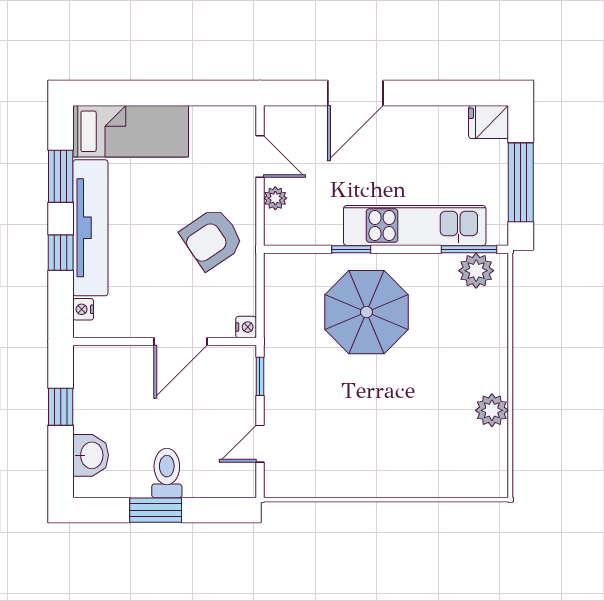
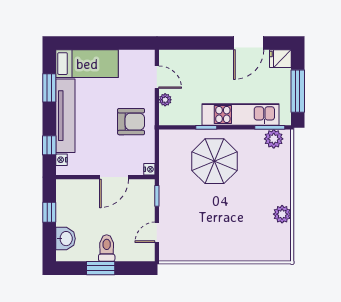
door: (355, 93) -> (249, 43), moved
armchair: (212, 239) -> (131, 122), turned -146
window: (61, 253) -> (49, 145), moved

